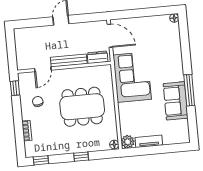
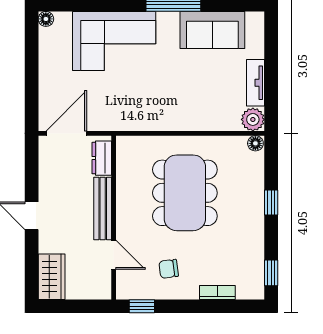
wardrobe: (27, 35) -> (52, 277), added
corner sofa: (132, 77) -> (114, 41), moved, turned 180
sofa: (176, 101) -> (212, 30), moved

